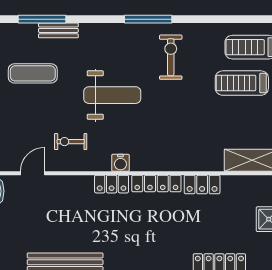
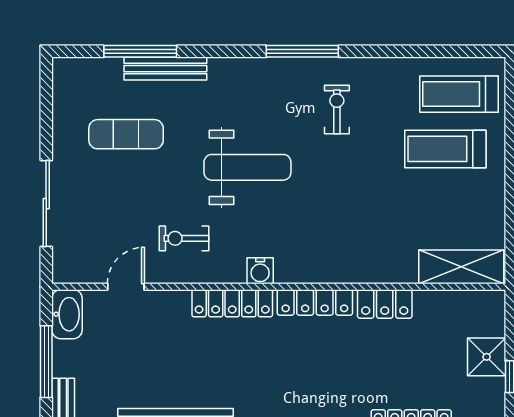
bench: (58, 30) -> (165, 69), width x1.36
exercise bike: (171, 57) -> (337, 109), width x0.73, depth x0.72
locker: (112, 184) -> (232, 303), width x1.53

